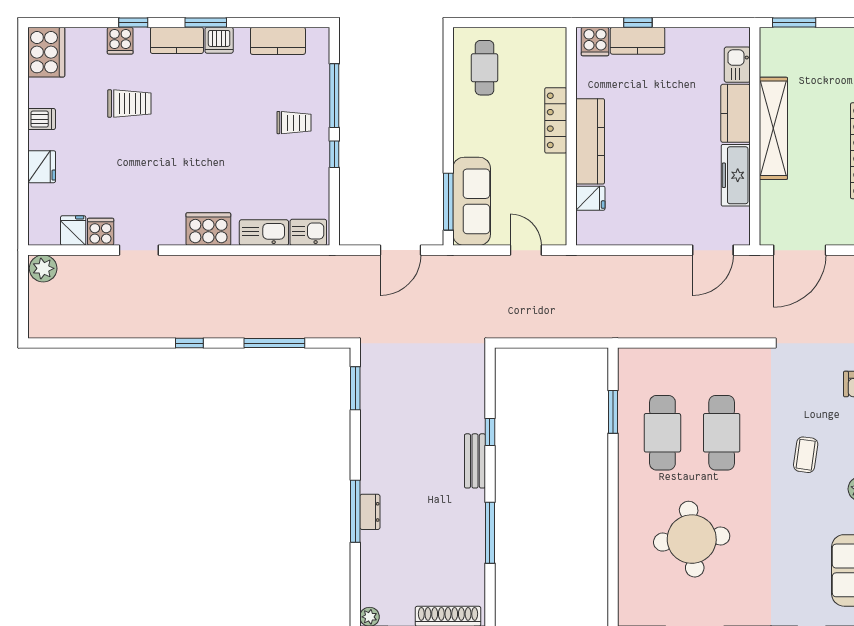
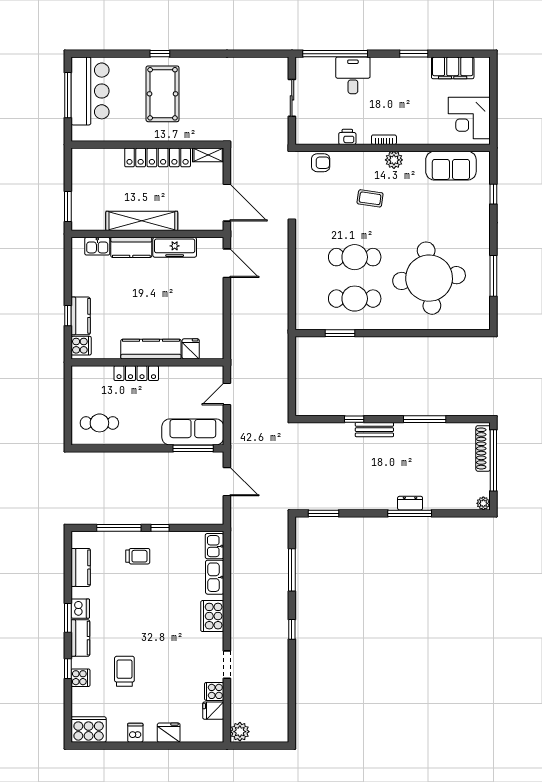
trolley: (294, 123) -> (138, 556), turned 90
round table: (692, 539) -> (429, 278), width x1.36, depth x1.36

